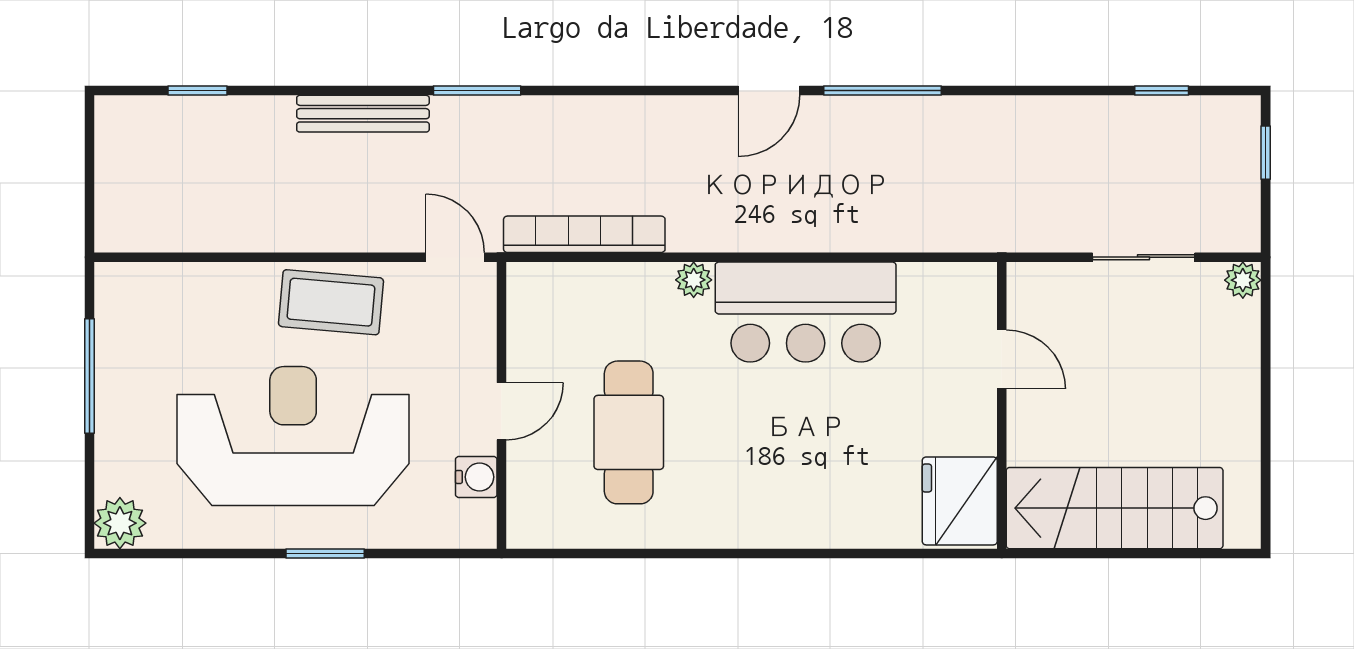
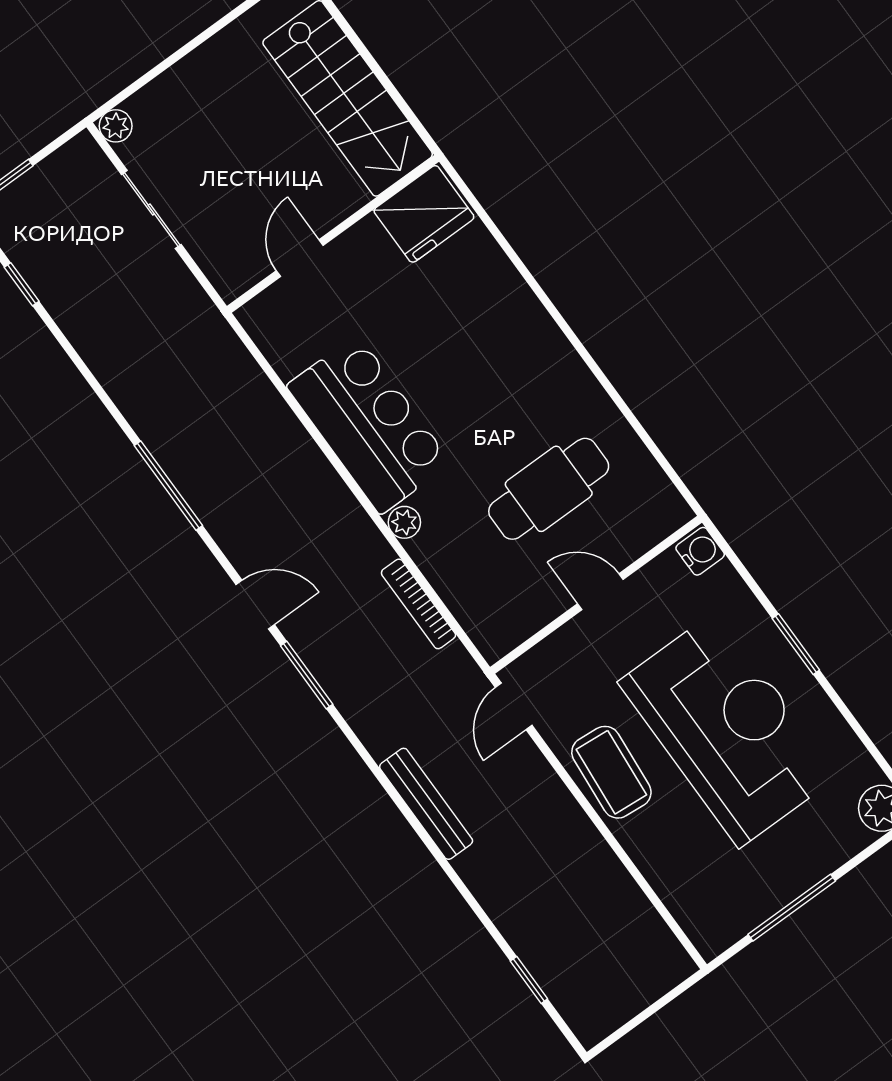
window: (477, 91) -> (307, 675), moved
door: (769, 91) -> (255, 605), moved
bench: (363, 114) -> (426, 804), moved
bookcase: (584, 234) -> (418, 604), width x0.68, depth x0.76
reception desk: (293, 436) -> (728, 729), turned 180
water cooler: (476, 477) -> (700, 551), moved, turned 90

